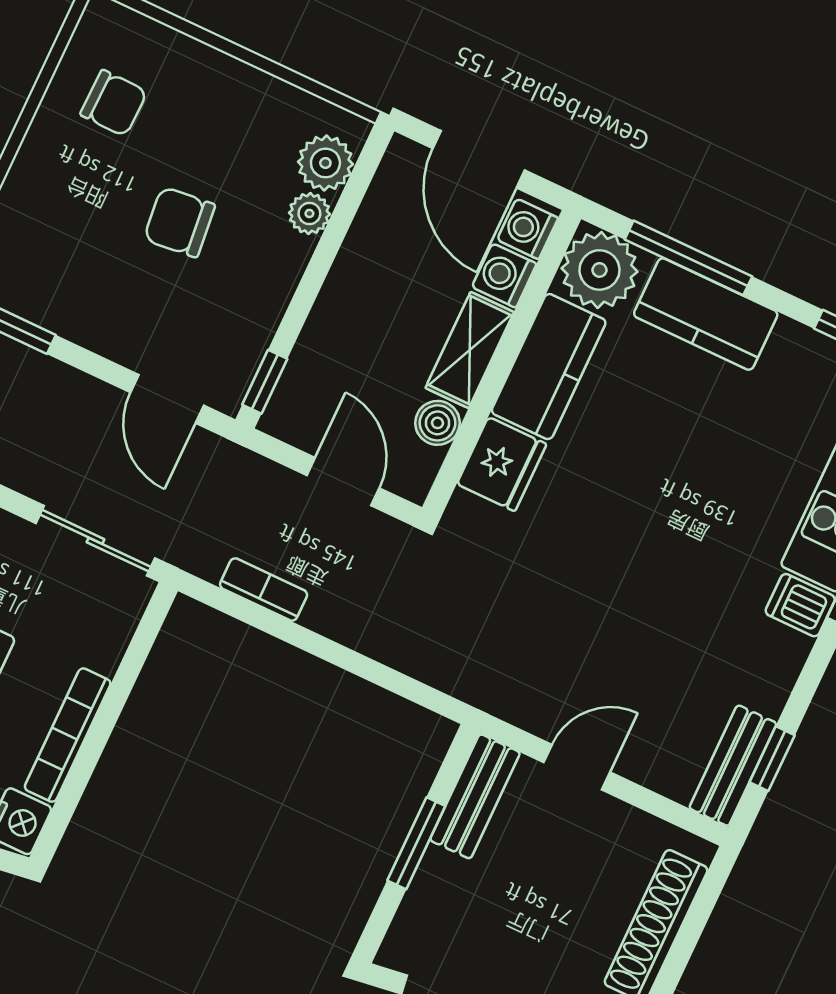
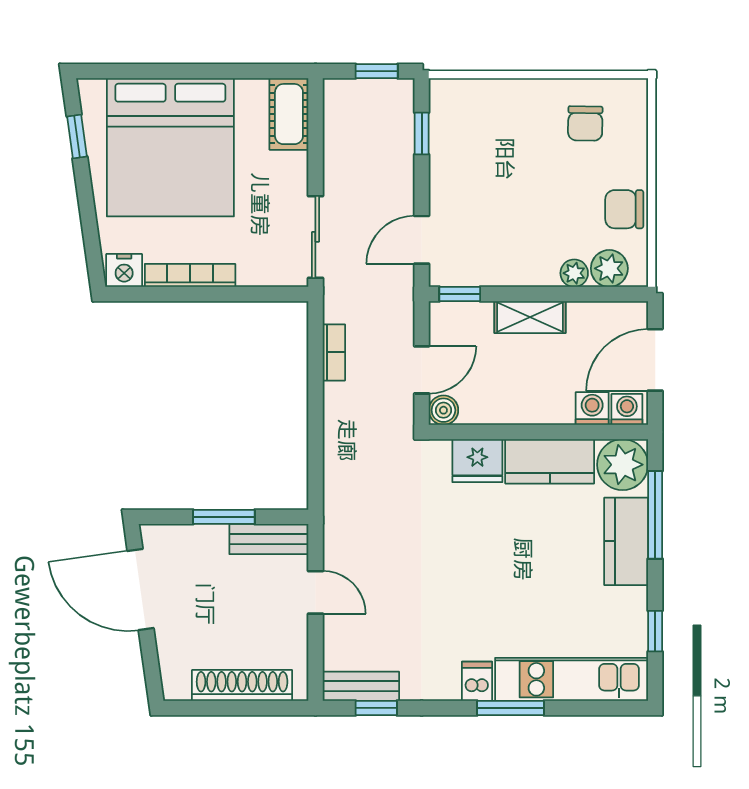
chair: (179, 222) -> (624, 209), moved, turned -84
shelving: (470, 350) -> (530, 317), moved
boiler: (438, 423) -> (443, 410), moved

